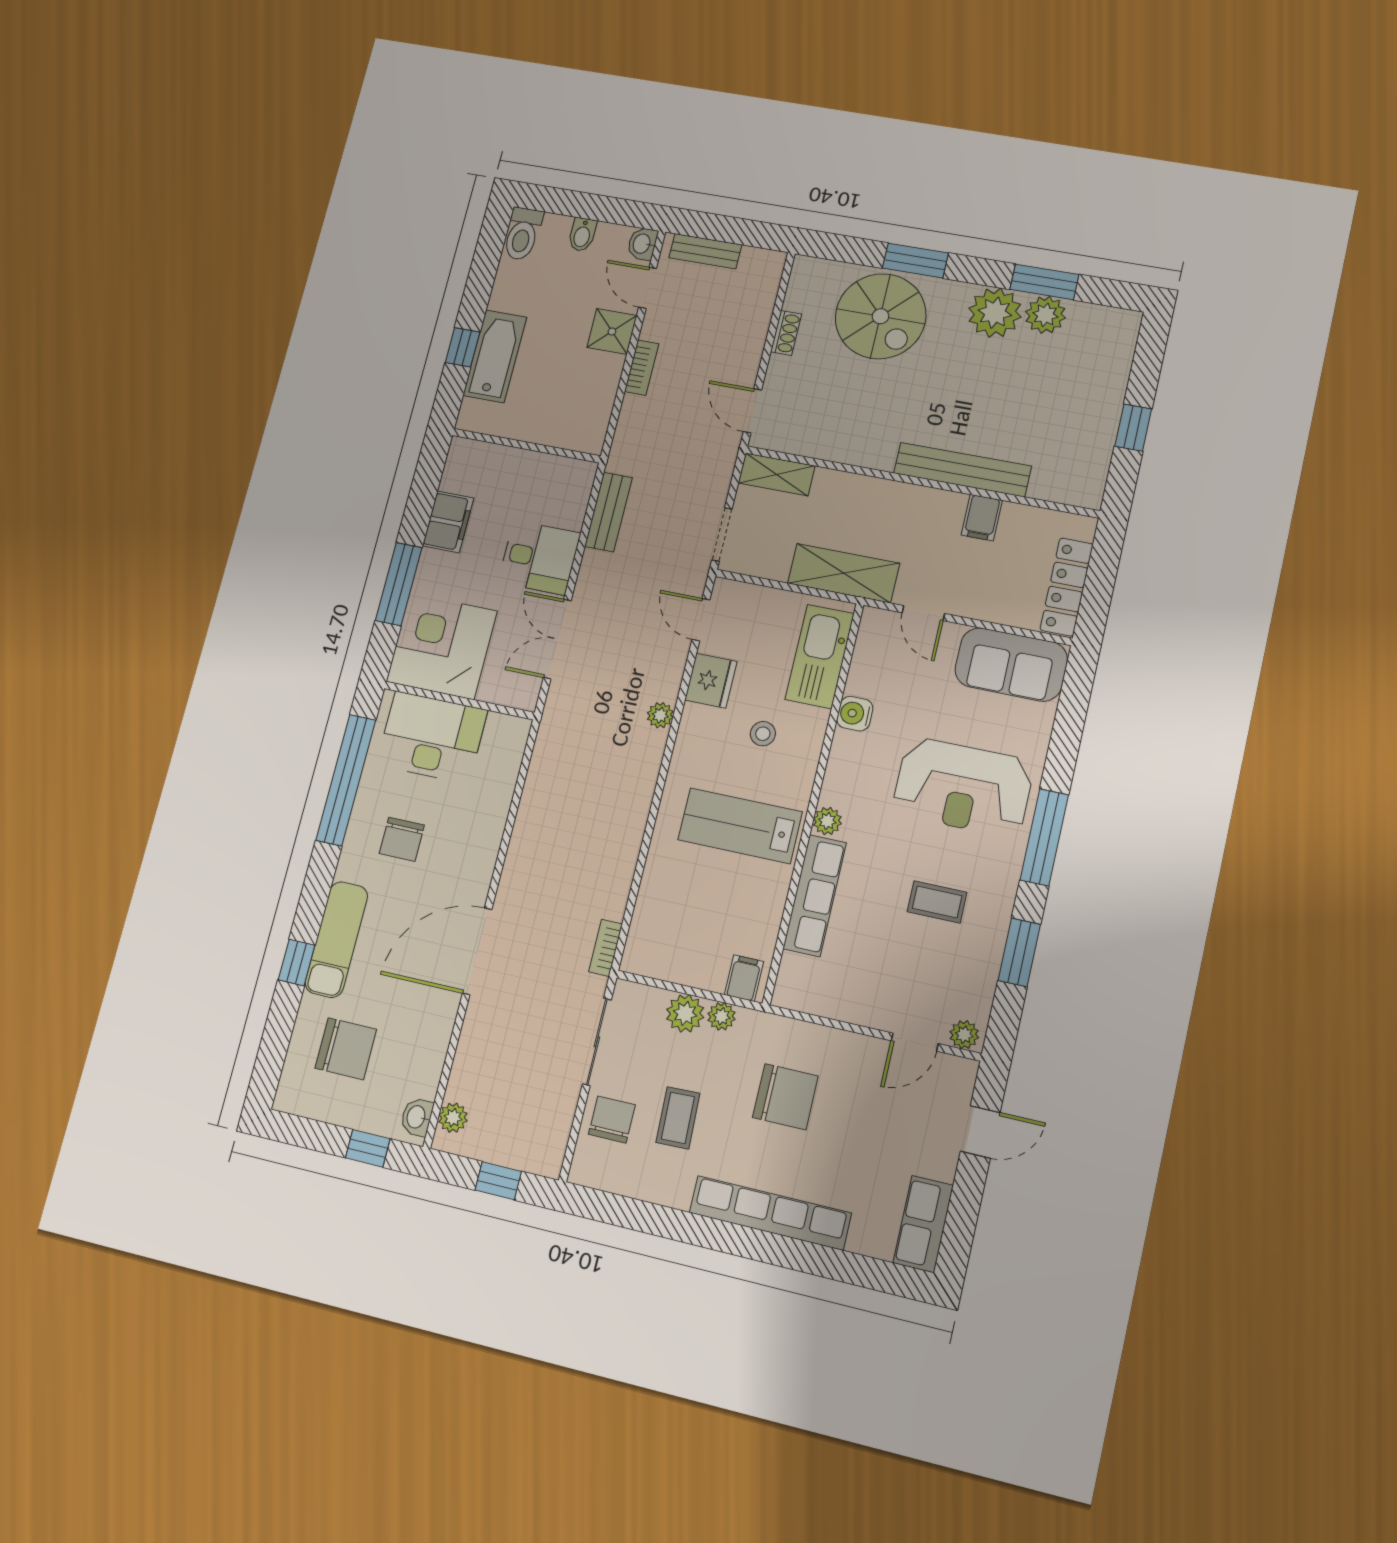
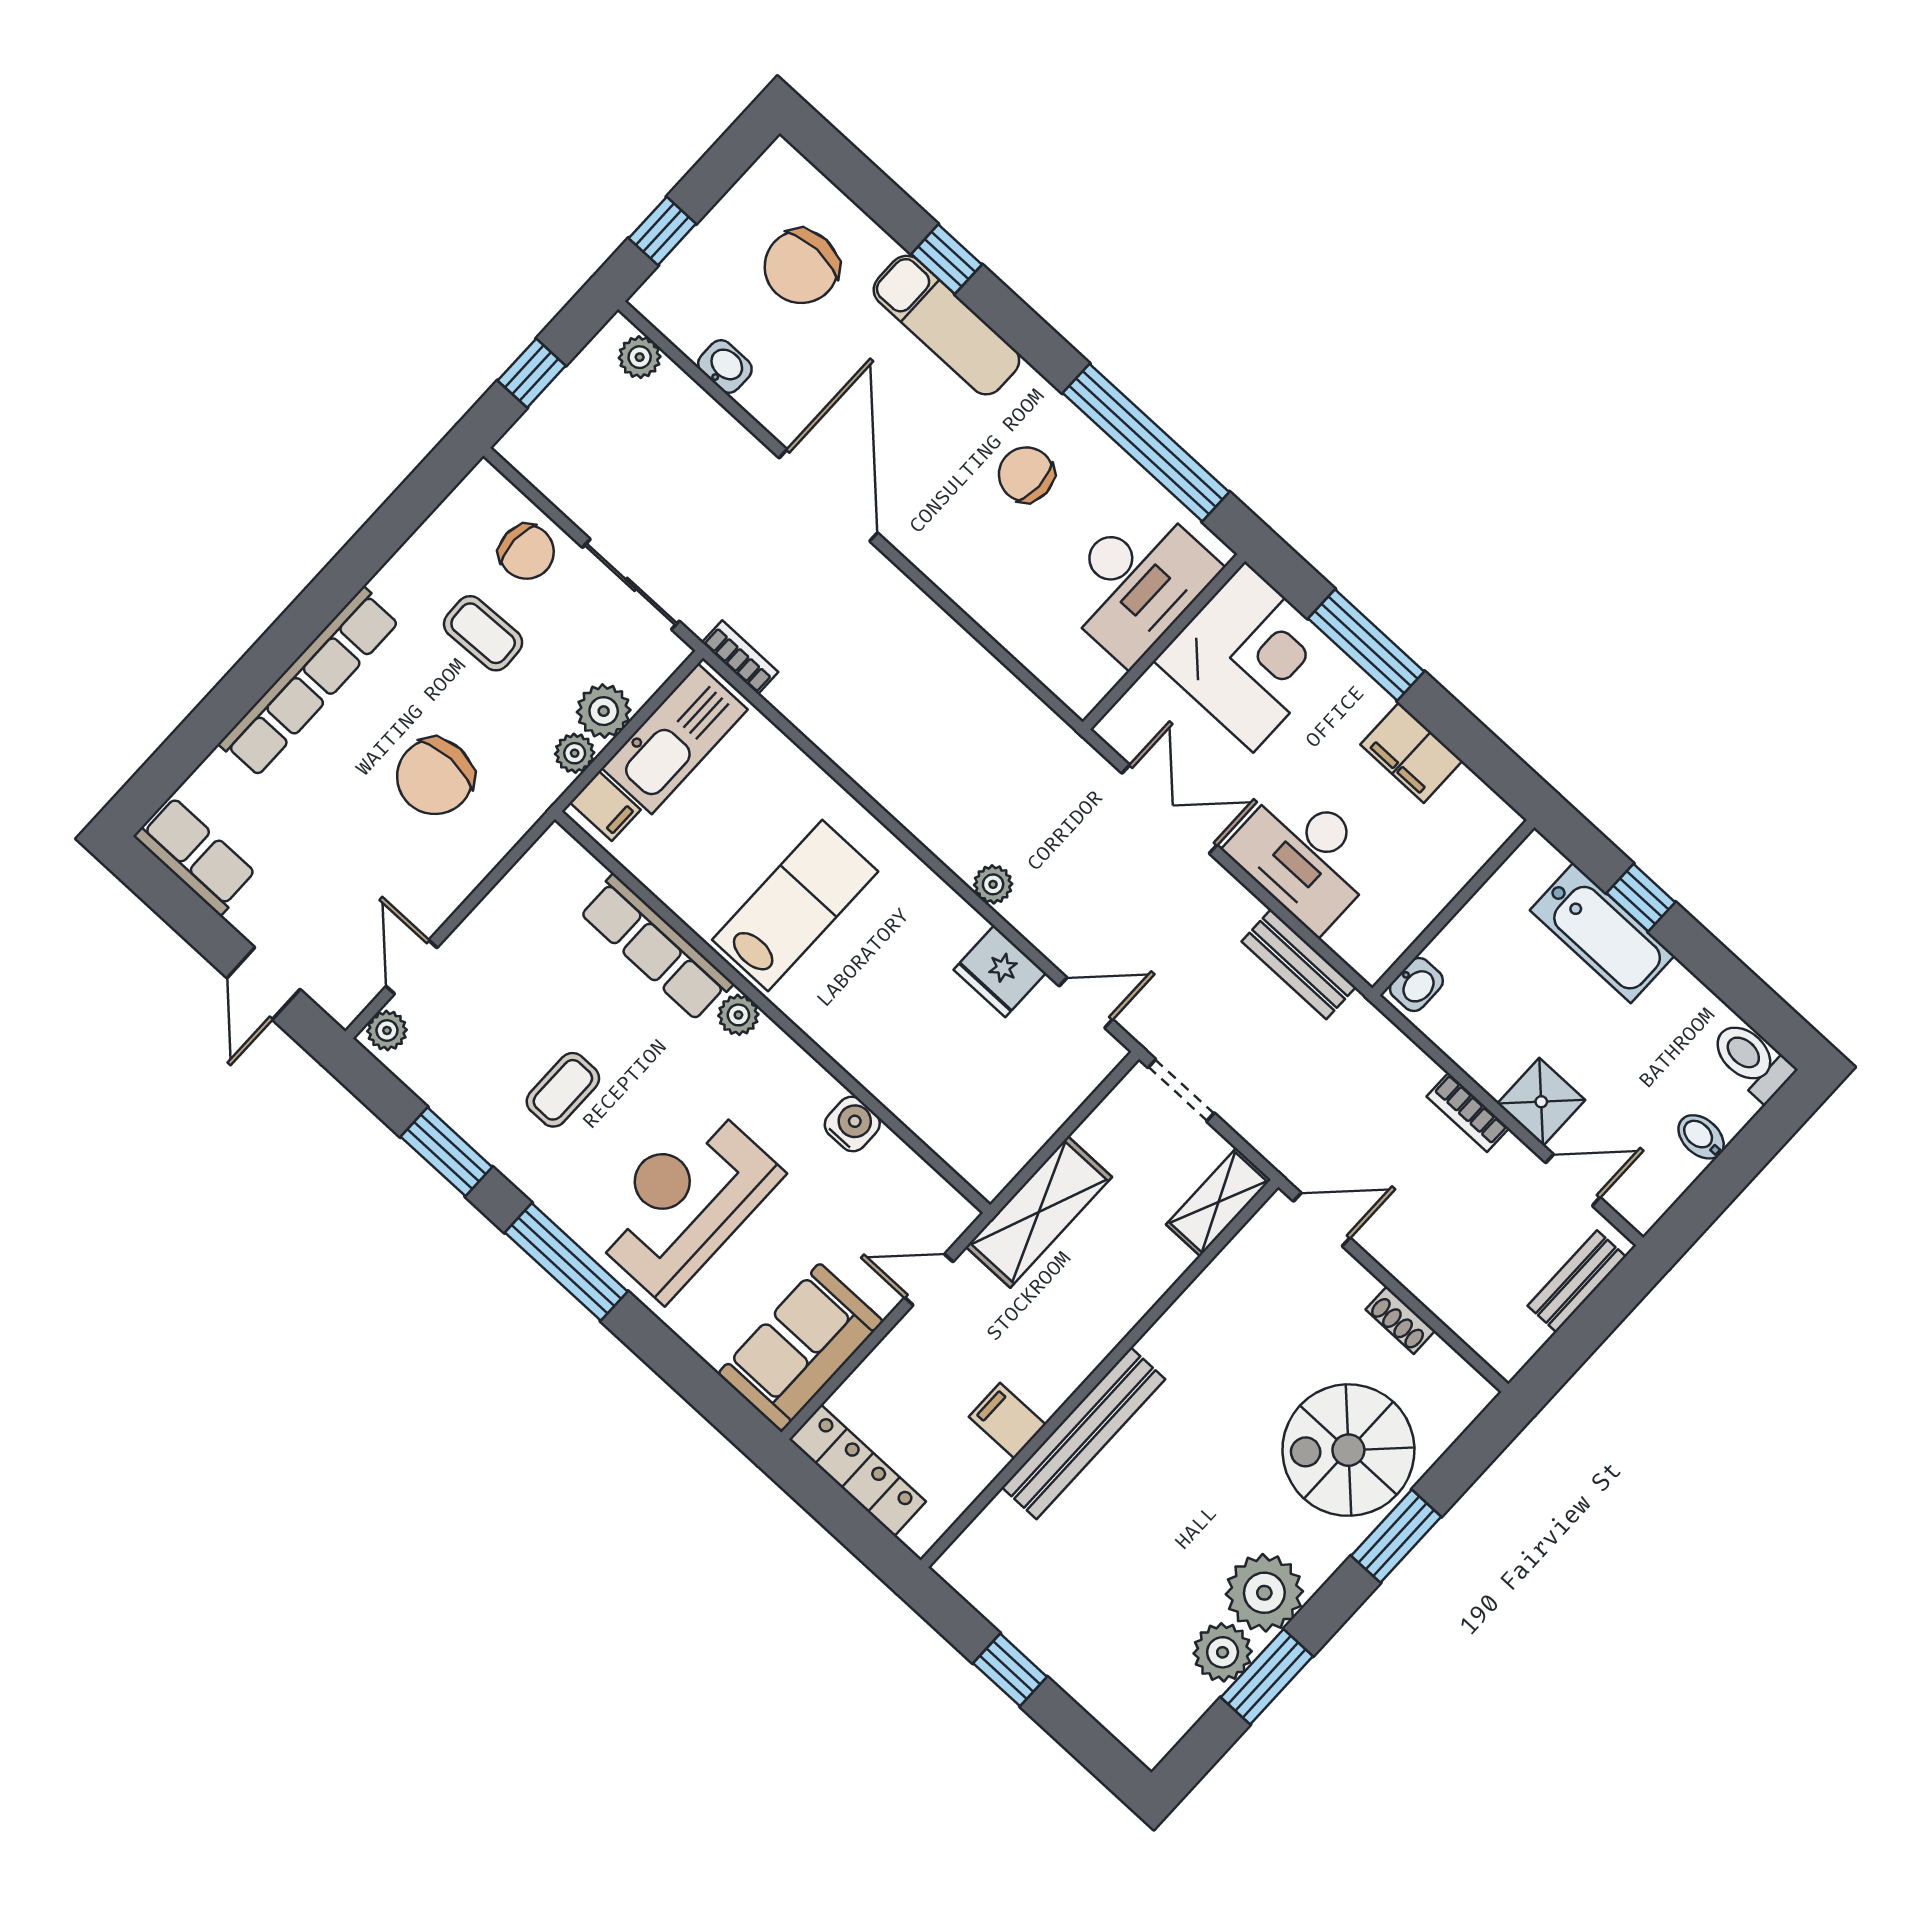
washbasin: (642, 244) -> (1416, 984), moved, turned 90
desk: (539, 558) -> (1305, 856), width x1.37
kitchen sink: (820, 656) -> (675, 739), moved, turned 90
stool: (763, 734) -> (894, 998), removed
washbasin: (417, 1117) -> (725, 366), moved

